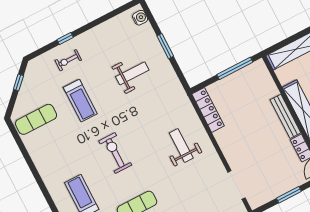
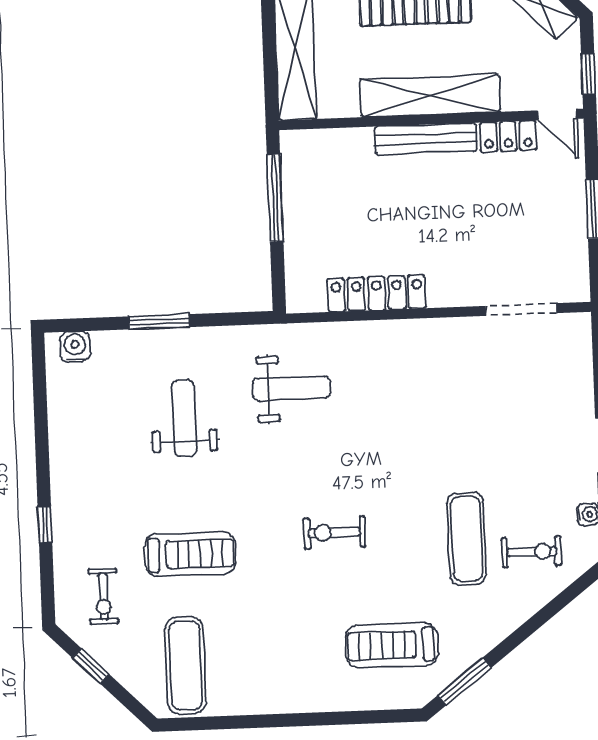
exercise bike: (68, 60) -> (103, 596), moved
locker: (208, 110) -> (377, 293), moved
weight bench: (181, 146) -> (291, 388), moved, turned 180
exercise bike: (115, 153) -> (334, 533), width x0.73, depth x0.72

